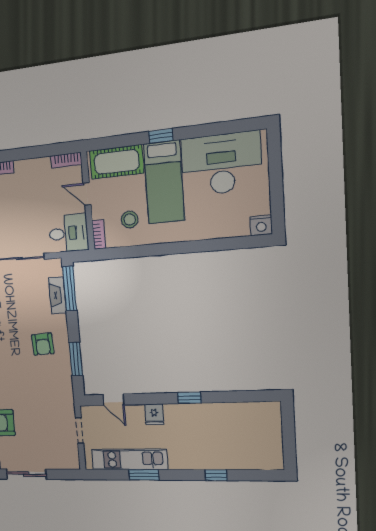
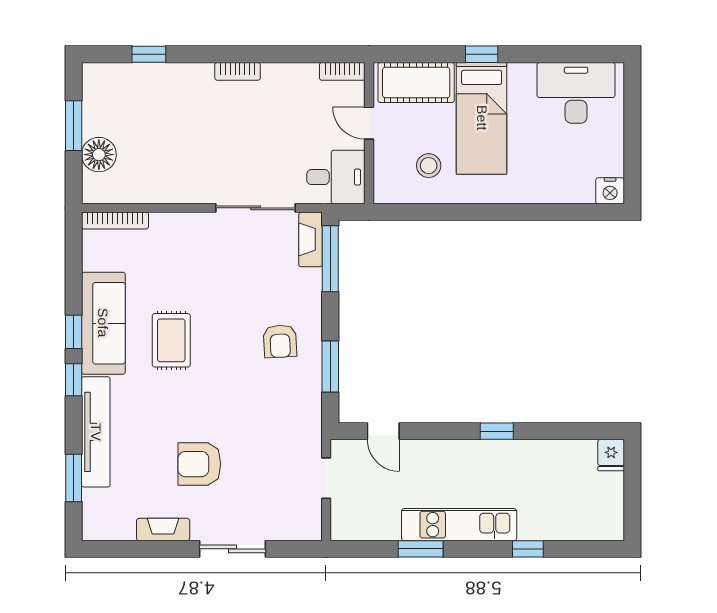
desk: (221, 164) -> (576, 93), width x0.73, depth x0.77
bookcase: (99, 234) -> (381, 183), removed
fireplace: (57, 295) -> (310, 239), moved
fridge: (154, 414) -> (611, 455), moved
kitchen unit: (129, 459) -> (459, 525), moved

